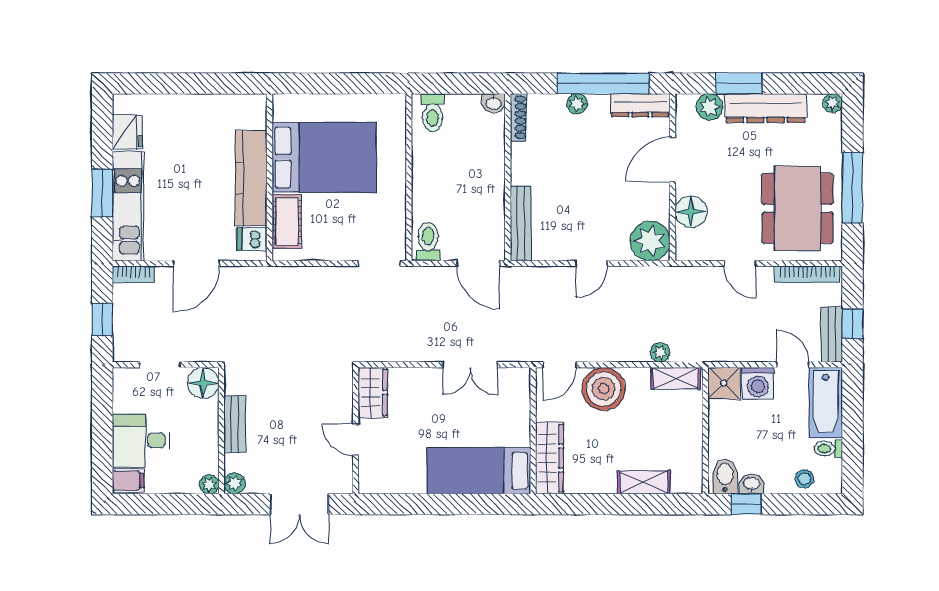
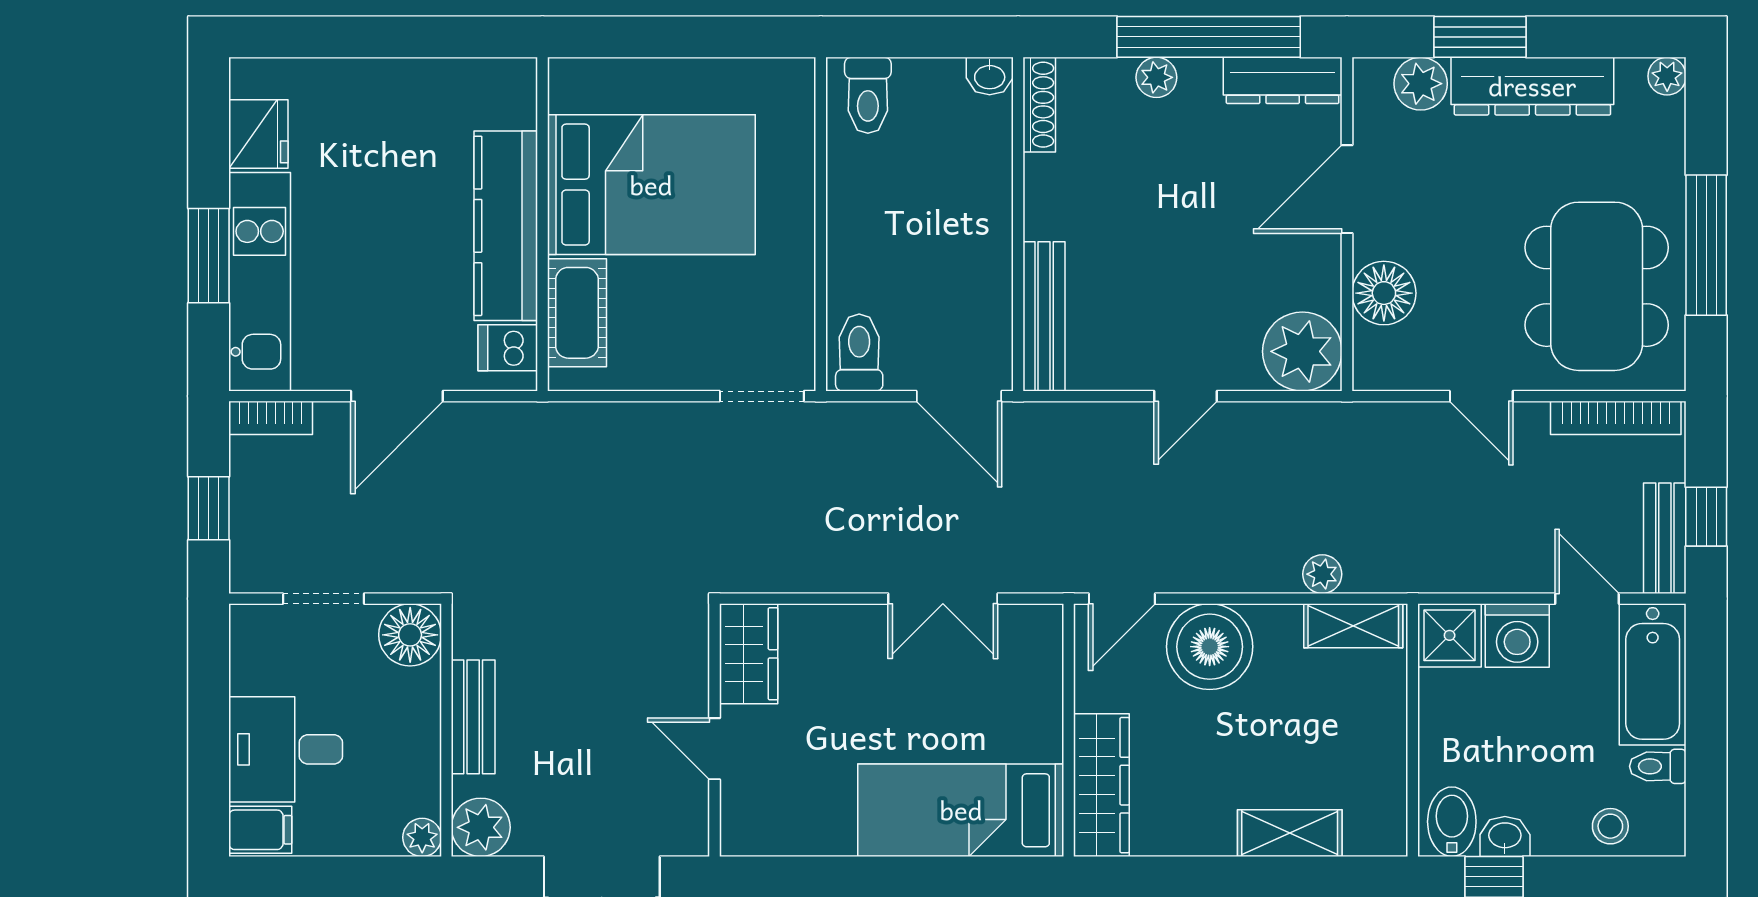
plant: (235, 483) -> (481, 827), width x1.38, depth x1.38

